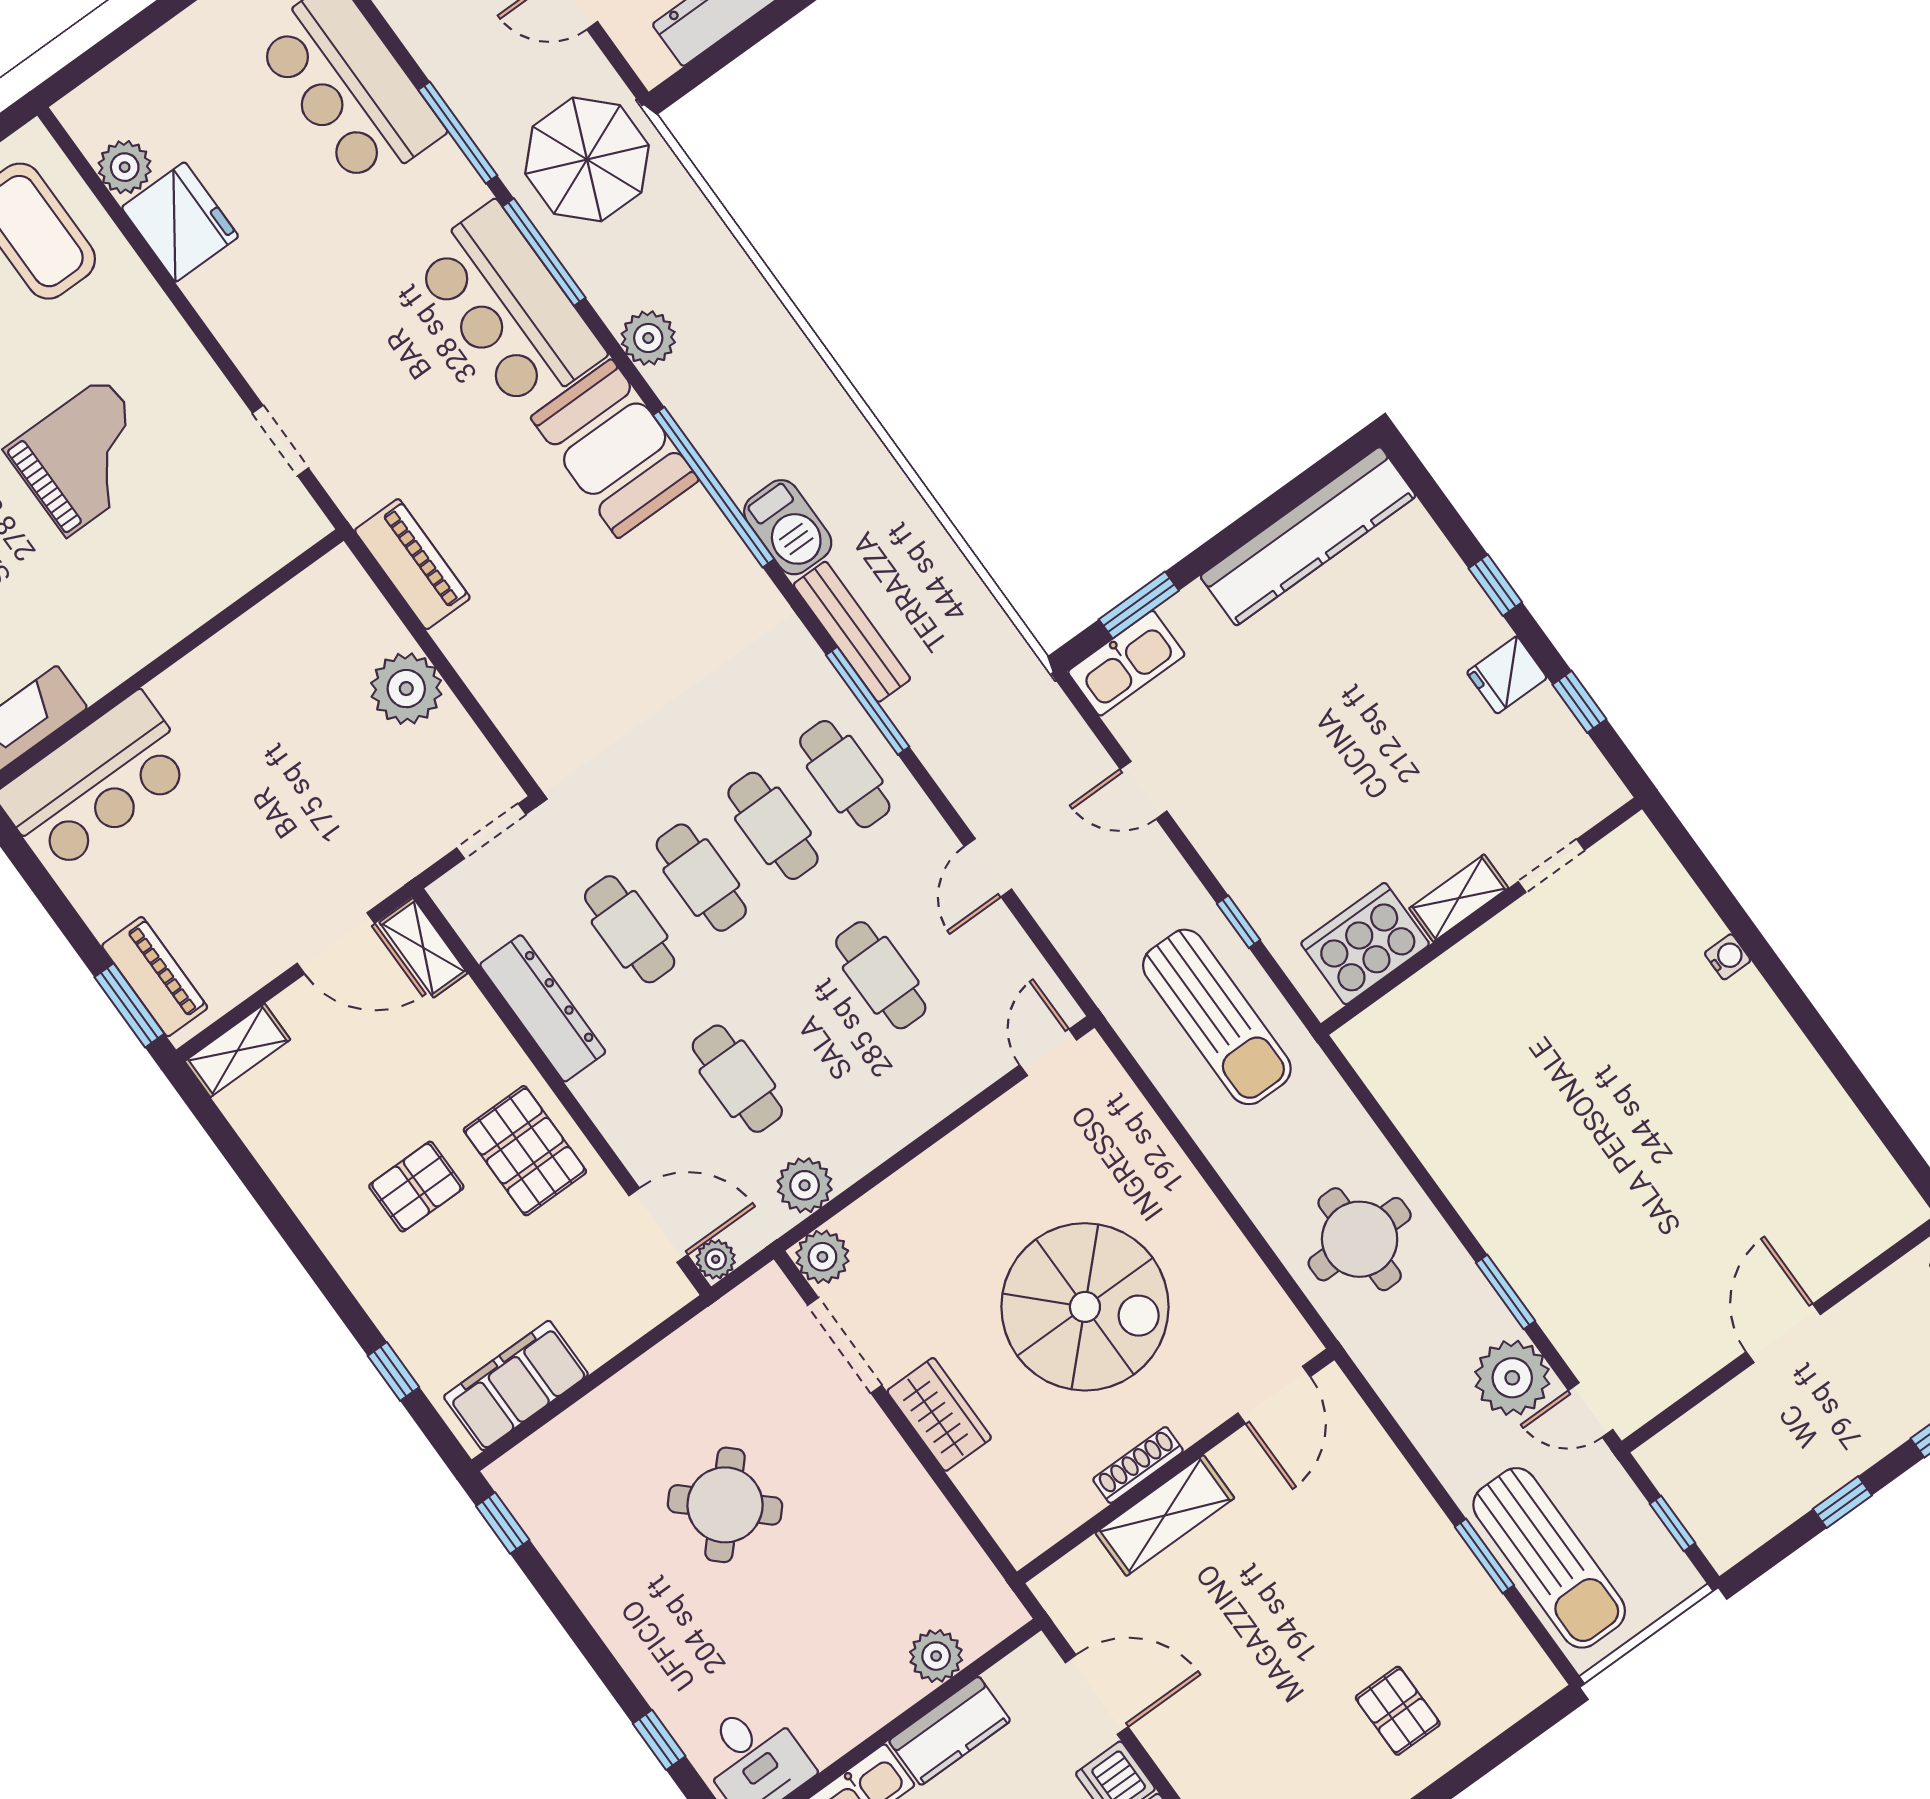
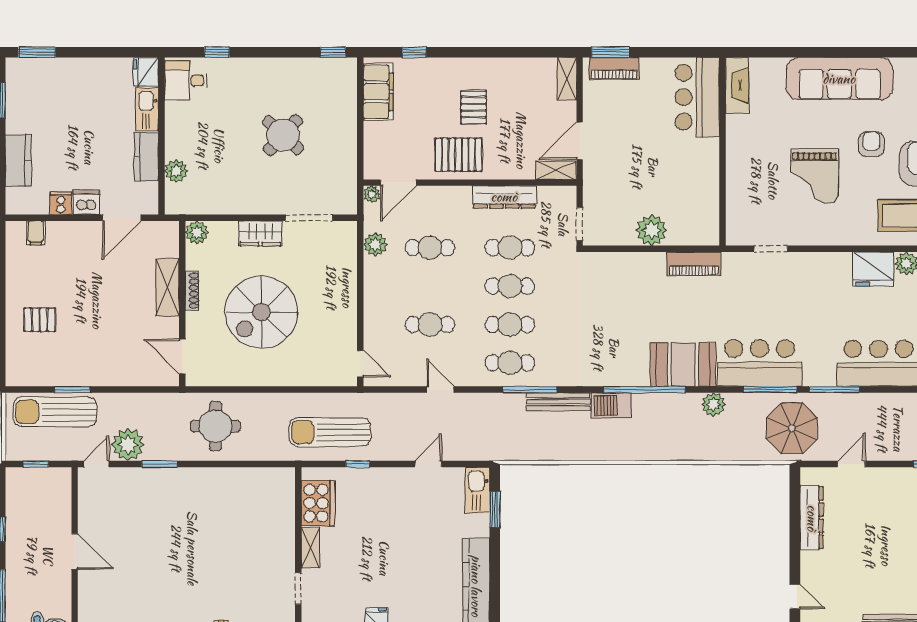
plant: (822, 1257) -> (197, 232), moved

